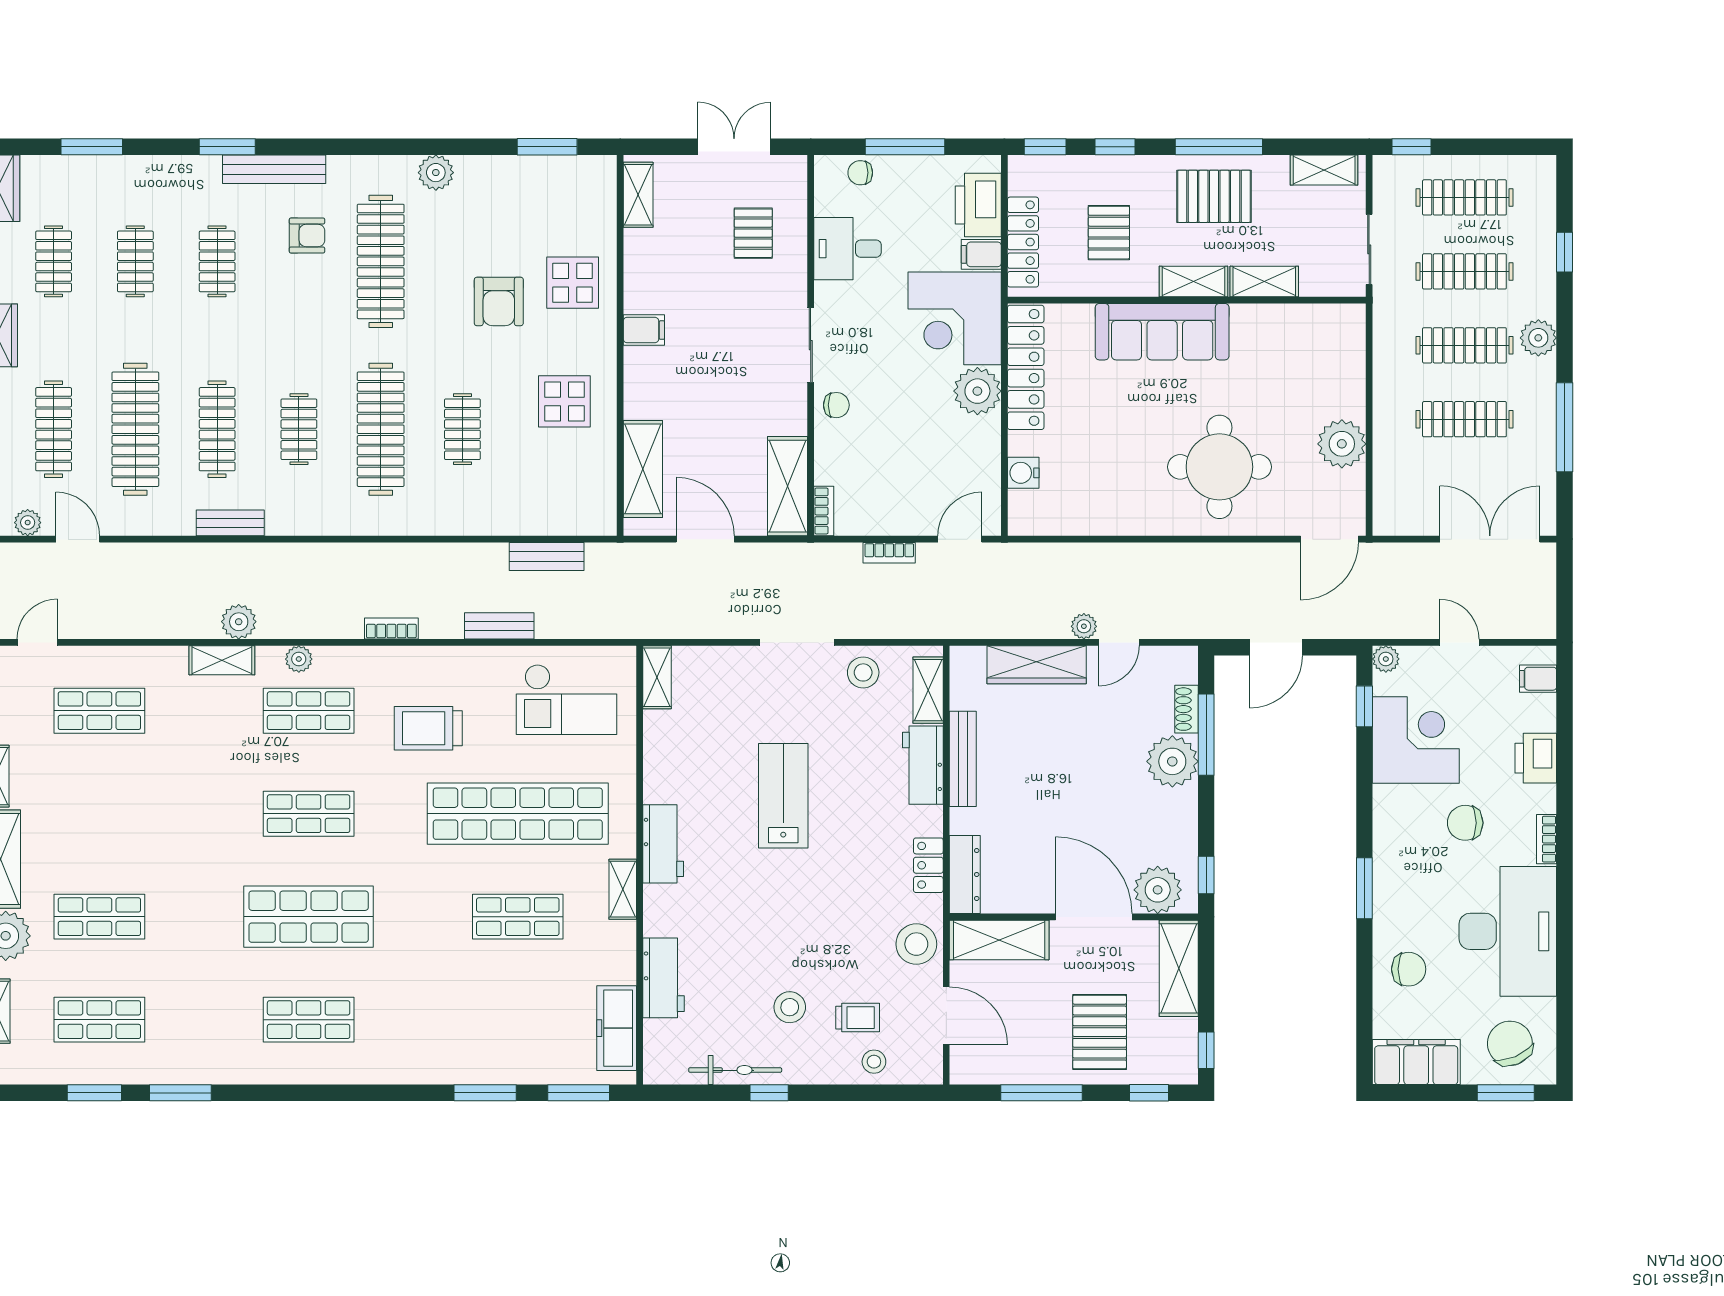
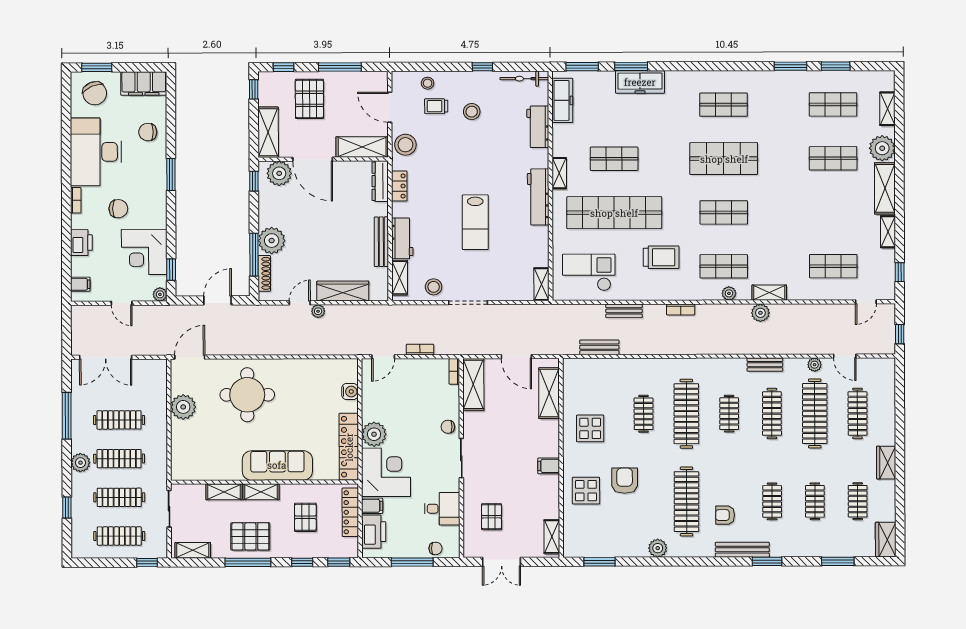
plant: (28, 523) -> (815, 365), moved
shoe rack: (1186, 709) -> (264, 273), width x1.43
workbench: (663, 844) -> (538, 197), width x1.38
freezer: (468, 1063) -> (640, 82), added
bicycle: (735, 1070) -> (524, 79), moved

